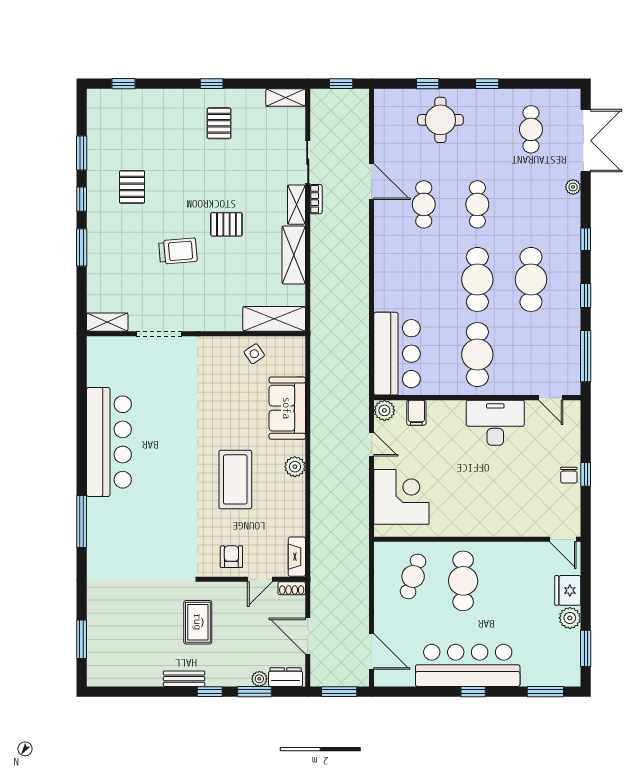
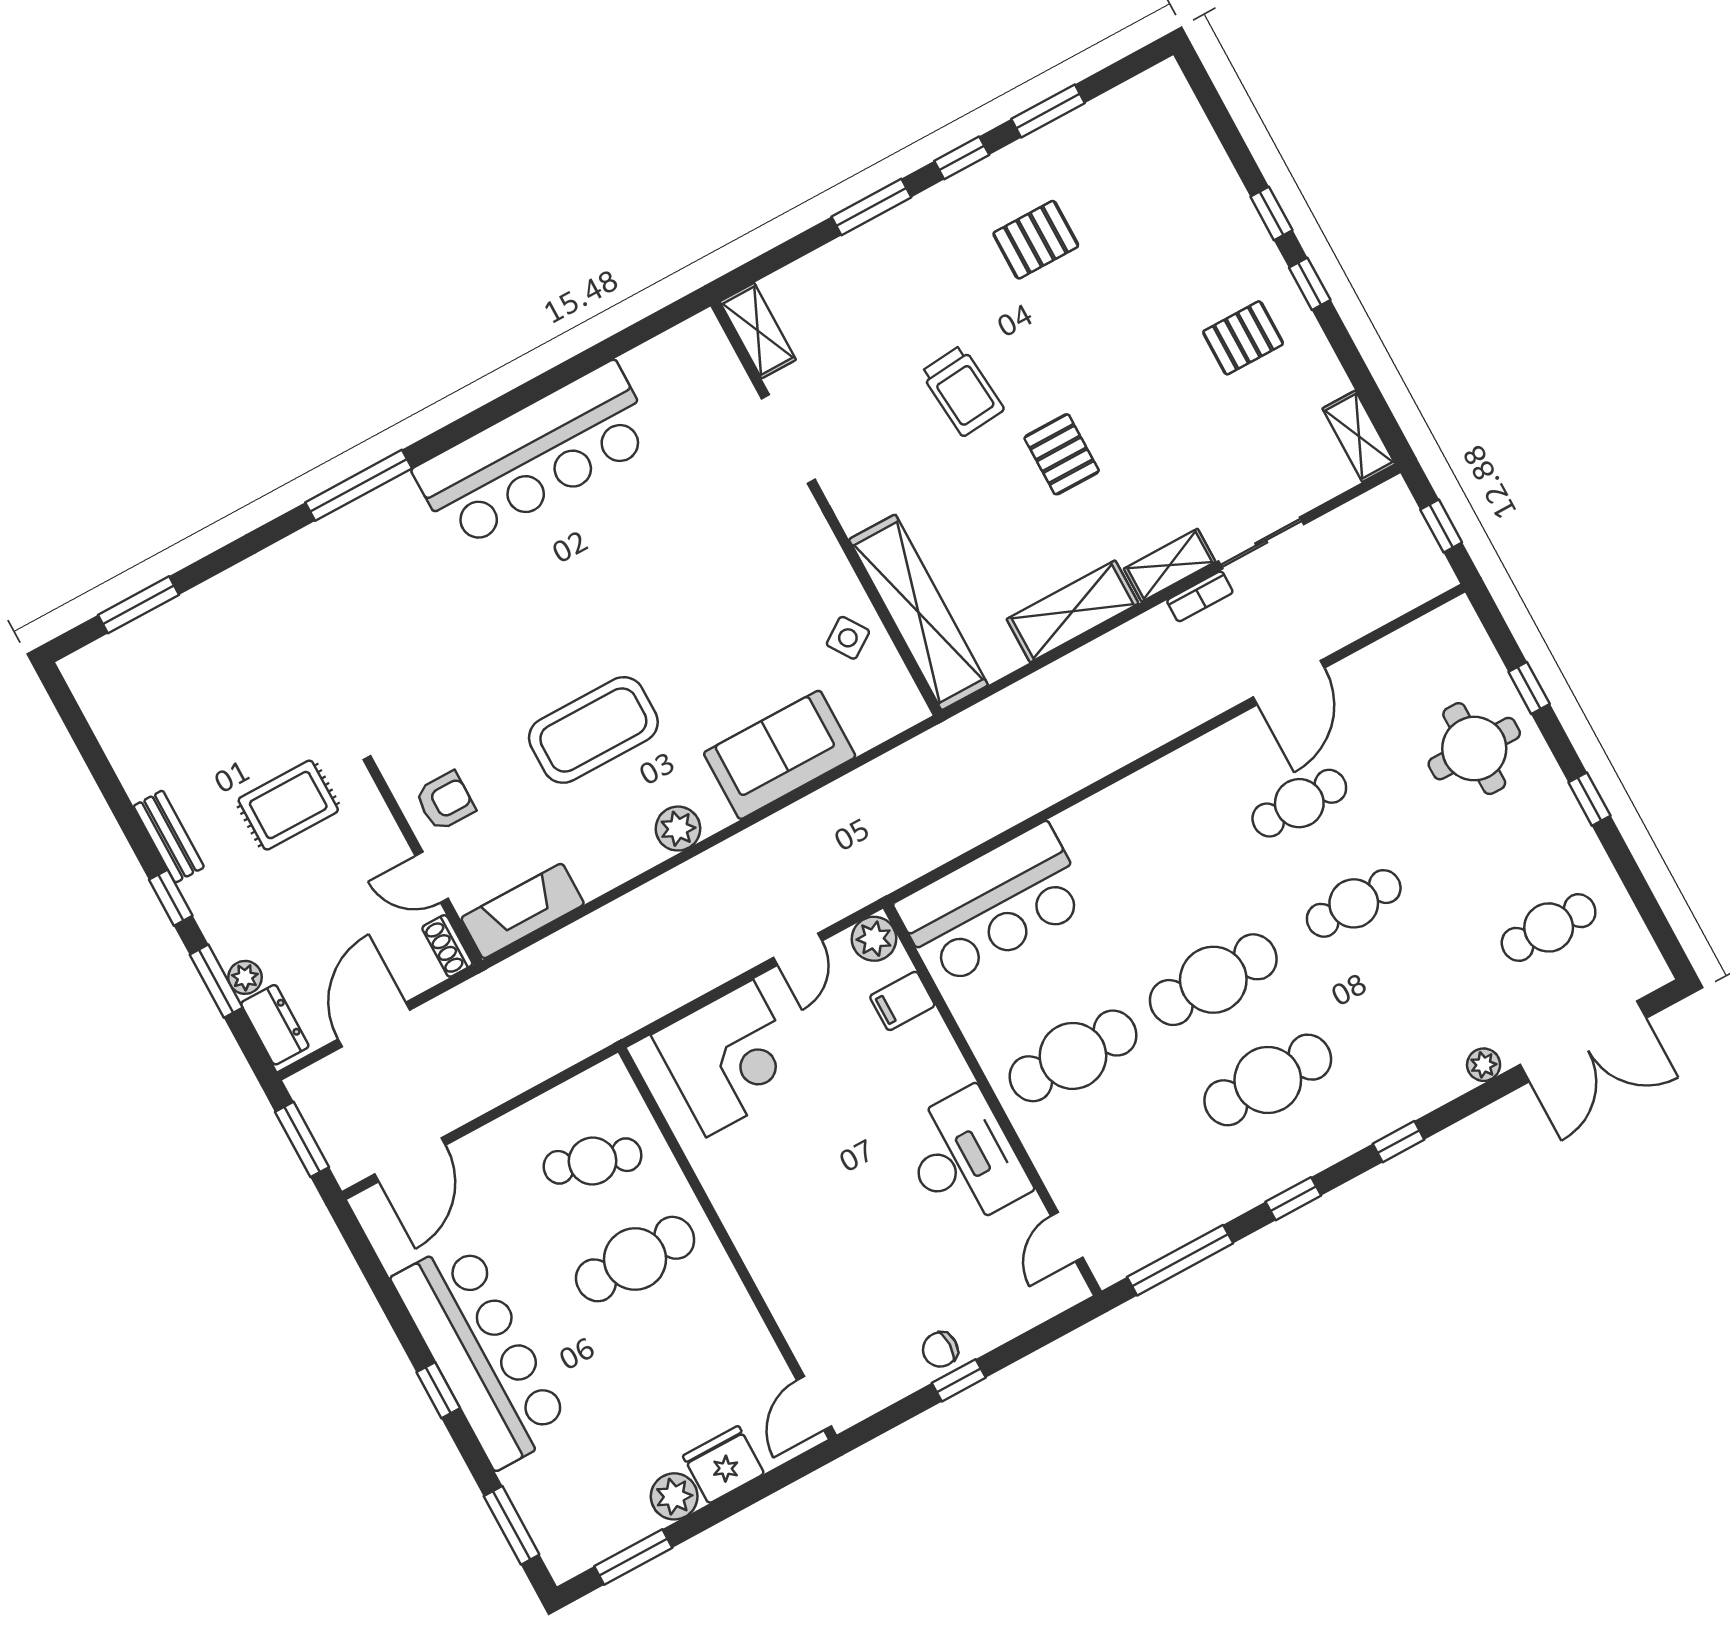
window: (123, 84) -> (1271, 213), moved
shelving: (274, 319) -> (918, 612), width x1.47
fireplace: (297, 557) -> (523, 911), width x1.37, depth x1.32

